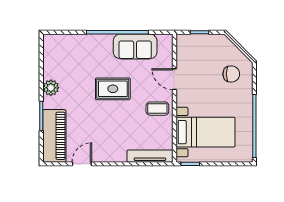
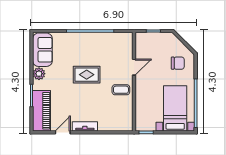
sofa: (135, 46) -> (42, 50), moved, turned -90
door: (174, 79) -> (134, 67), swing flipped
bed with nightstands: (205, 132) -> (175, 108), moved, turned -90
tv unit: (150, 156) -> (85, 126), moved, width x0.71

